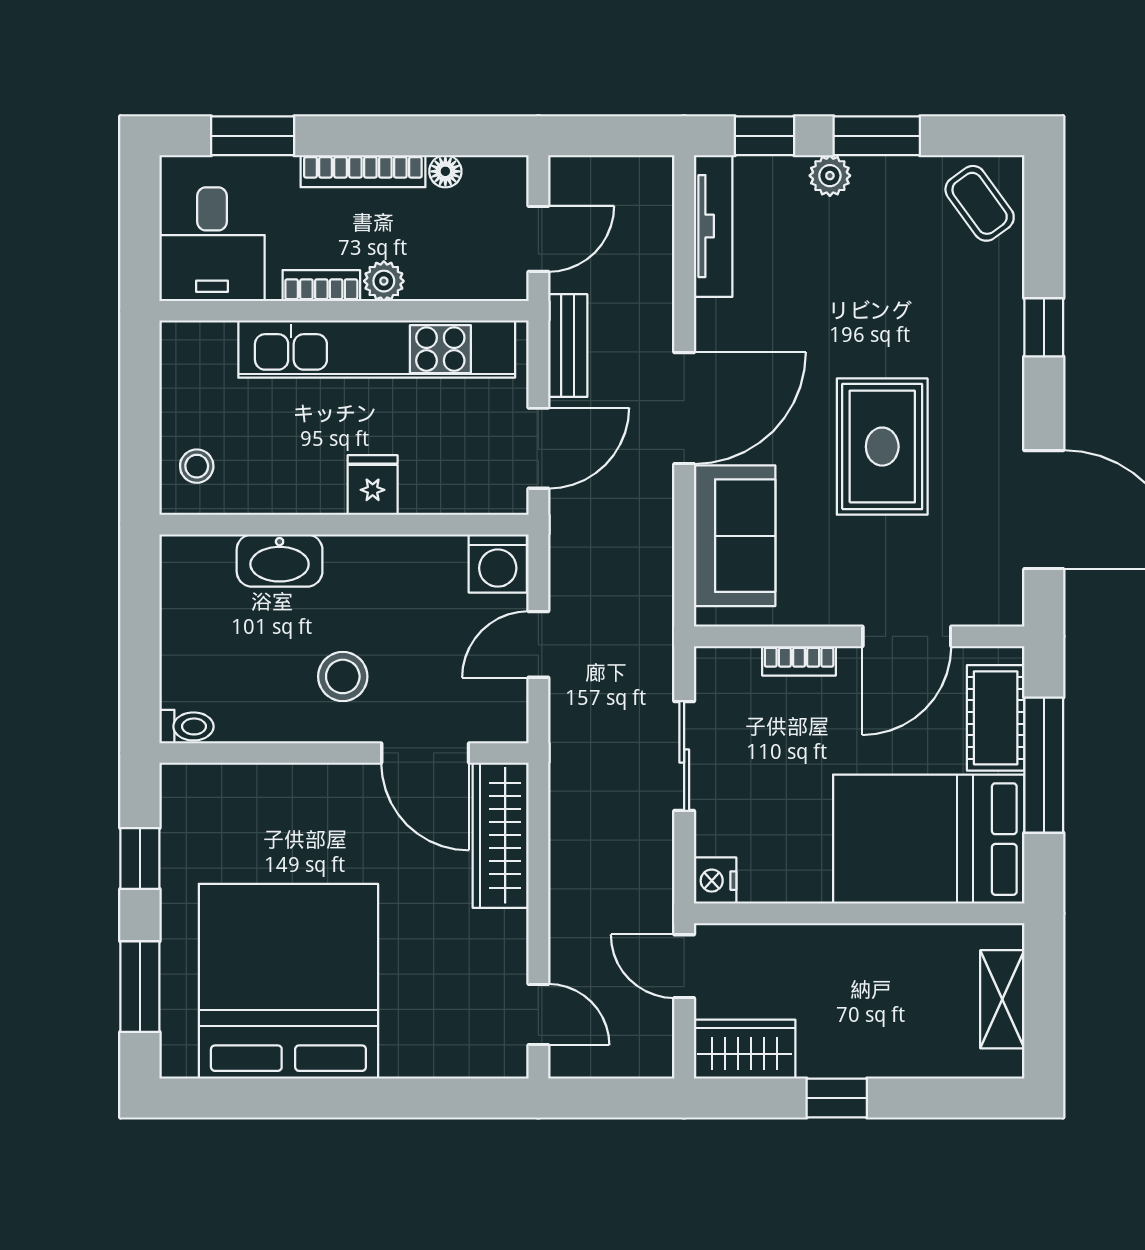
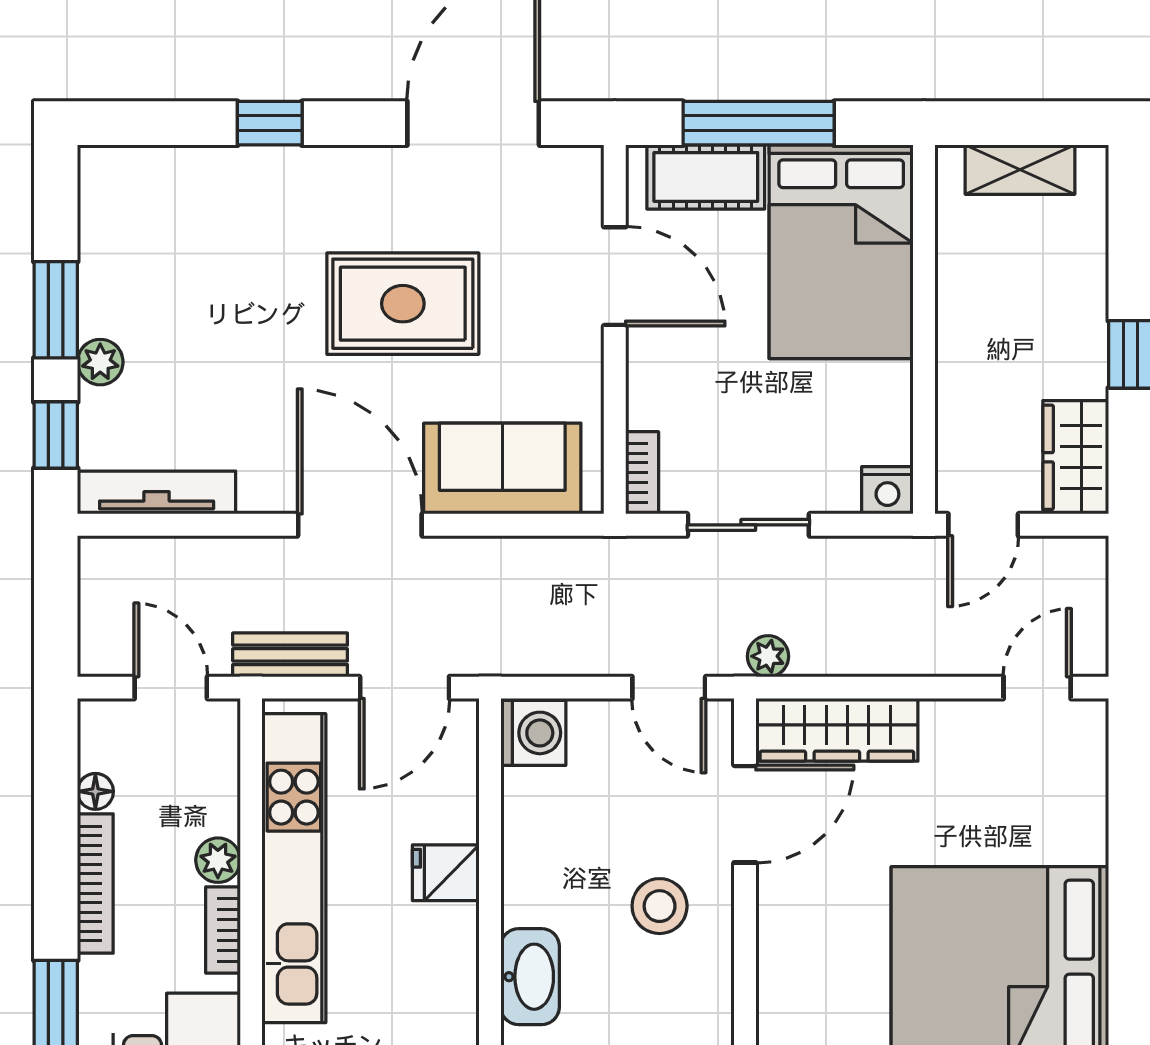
coffee table: (980, 203) -> (131, 195), removed
door: (538, 448) -> (405, 688), swing flipped
door: (538, 644) -> (669, 688), moved
bookcase: (799, 661) -> (642, 473), moved
plant: (566, 774) -> (768, 656), added

